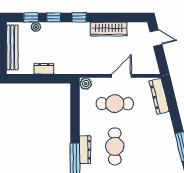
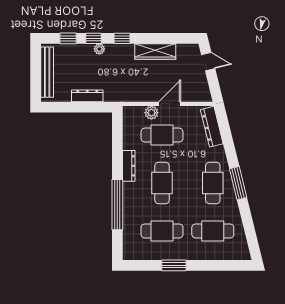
plant: (36, 27) -> (99, 49), moved
dresser: (44, 69) -> (87, 96), width x1.44
plant: (86, 84) -> (151, 113), moved
cafe table: (160, 146) -> (213, 183), added
dresser: (85, 150) -> (129, 166), moved

